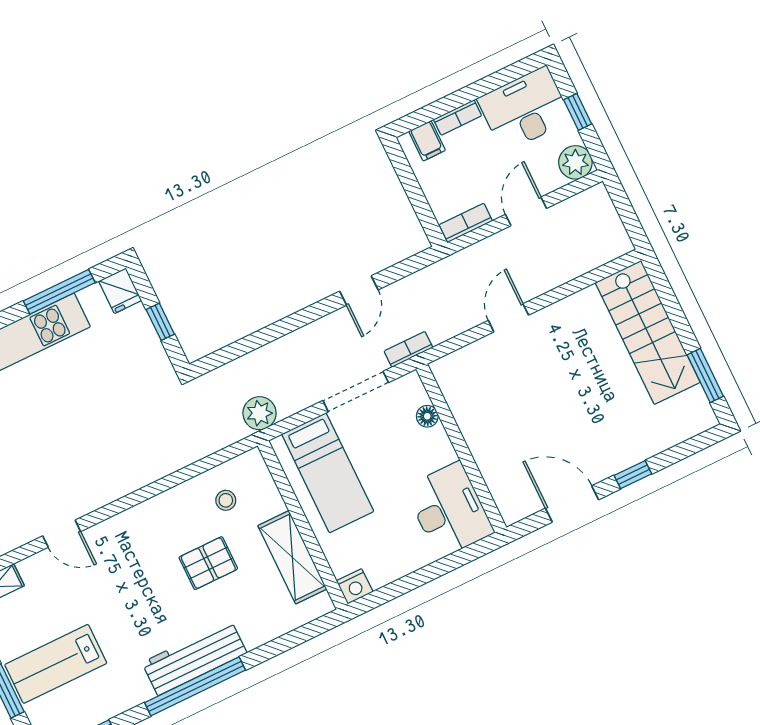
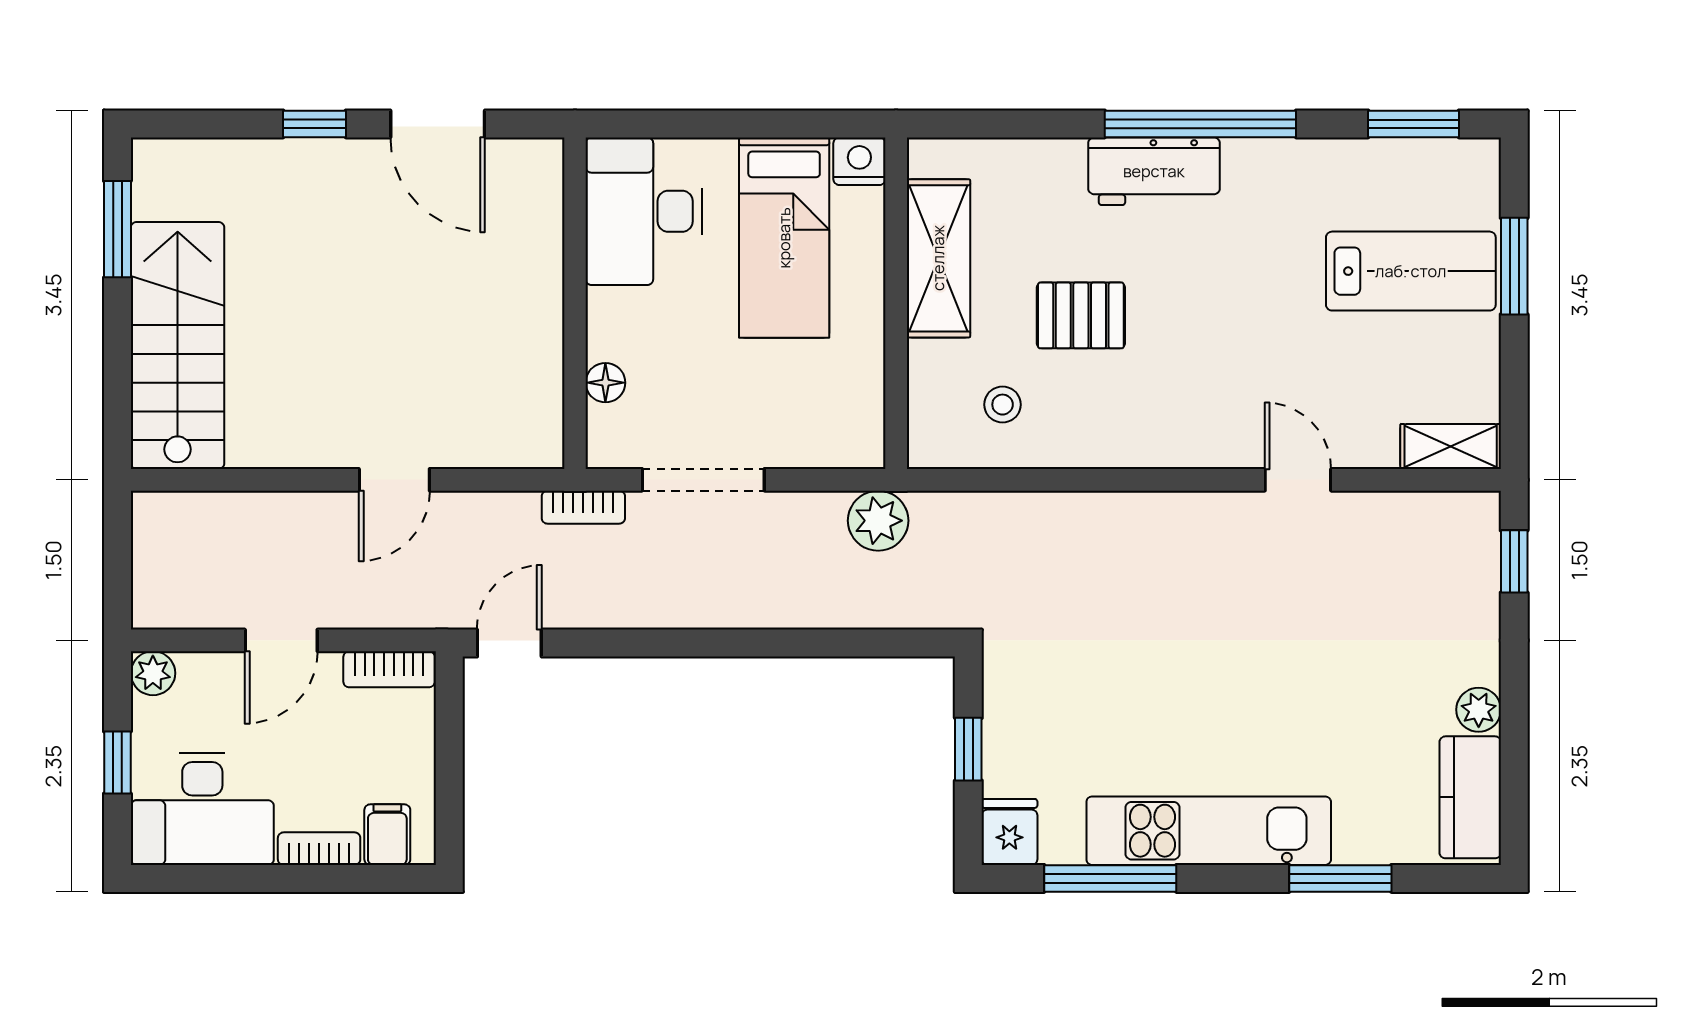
plant: (575, 162) -> (153, 673), width x0.73, depth x0.73
door: (359, 291) -> (509, 643), moved
bed: (328, 473) -> (784, 238), moved, turned 180
workbench: (194, 658) -> (1154, 171), width x0.73

